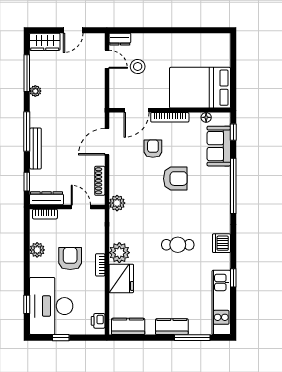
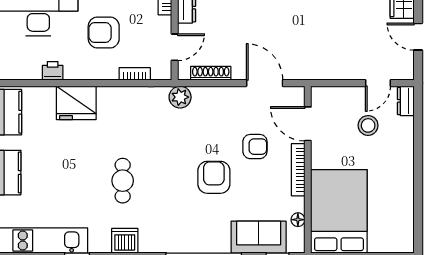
armchair: (175, 179) -> (214, 177), turned 180
plant: (119, 253) -> (112, 100), removed
armchair: (70, 259) -> (104, 32), turned 180
bookcase: (100, 265) -> (135, 74), moved
printer: (98, 321) -> (53, 71), moved

